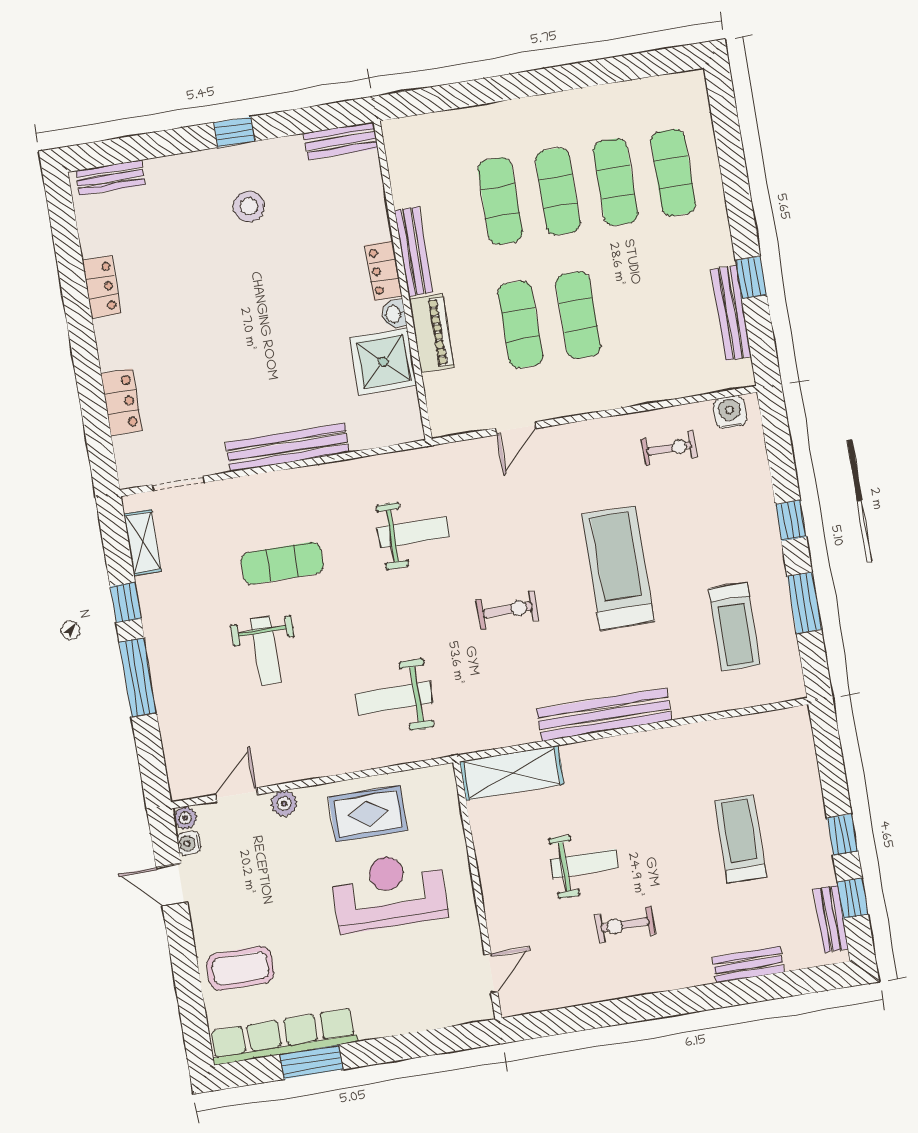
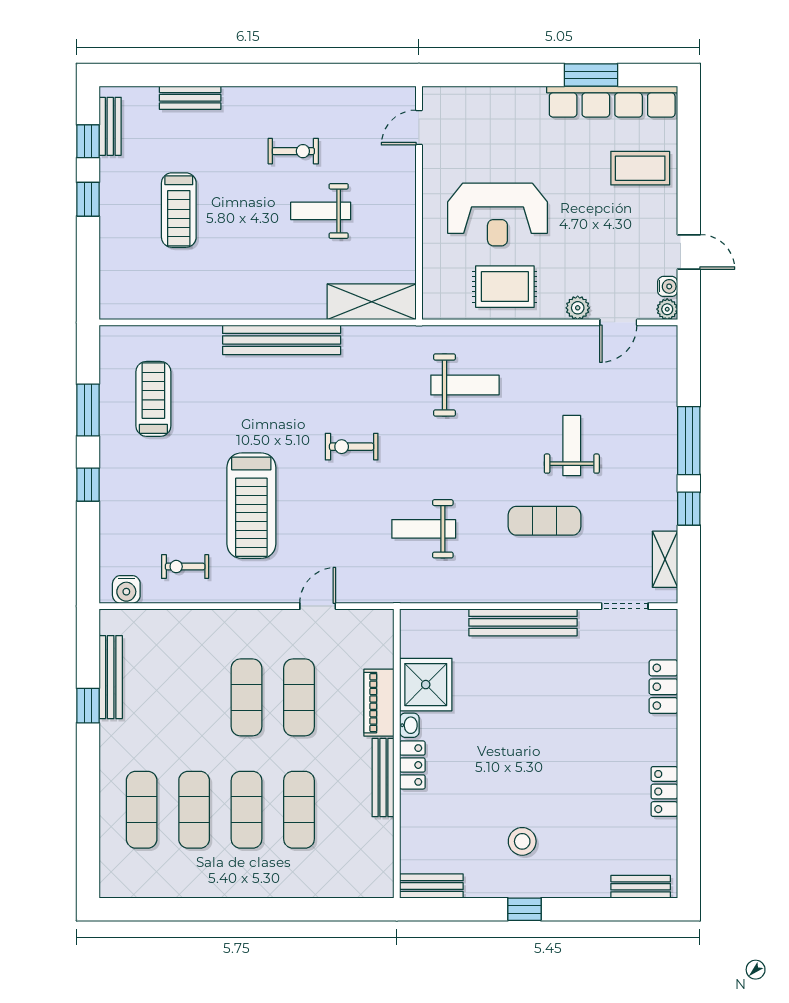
treadmill: (618, 568) -> (251, 506), moved

